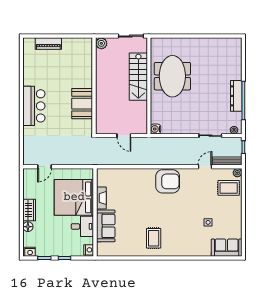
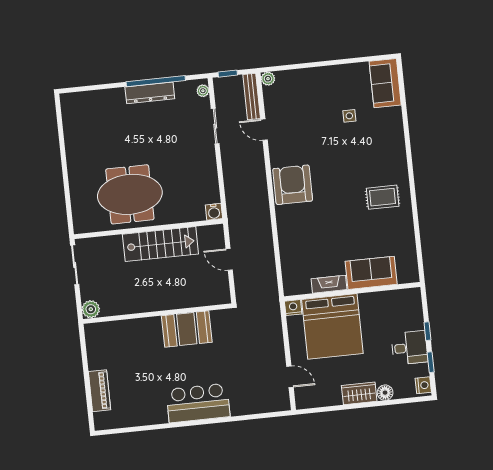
stairs: (138, 77) -> (160, 244), moved
door: (124, 136) -> (229, 259), swing flipped
rug: (229, 188) -> (293, 90), removed
desk: (82, 226) -> (409, 348), moved, turned 90
nightstand: (89, 250) -> (293, 308), moved

